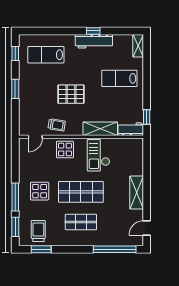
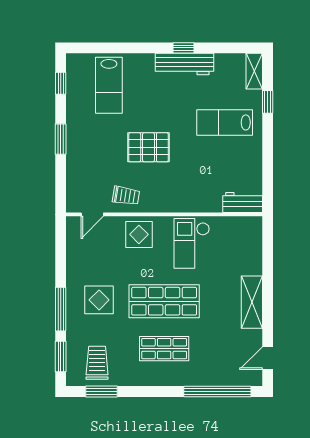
lab bench: (46, 55) -> (109, 85), turned -90
window: (147, 117) -> (268, 102), moved
shelving: (100, 129) -> (194, 202), removed

